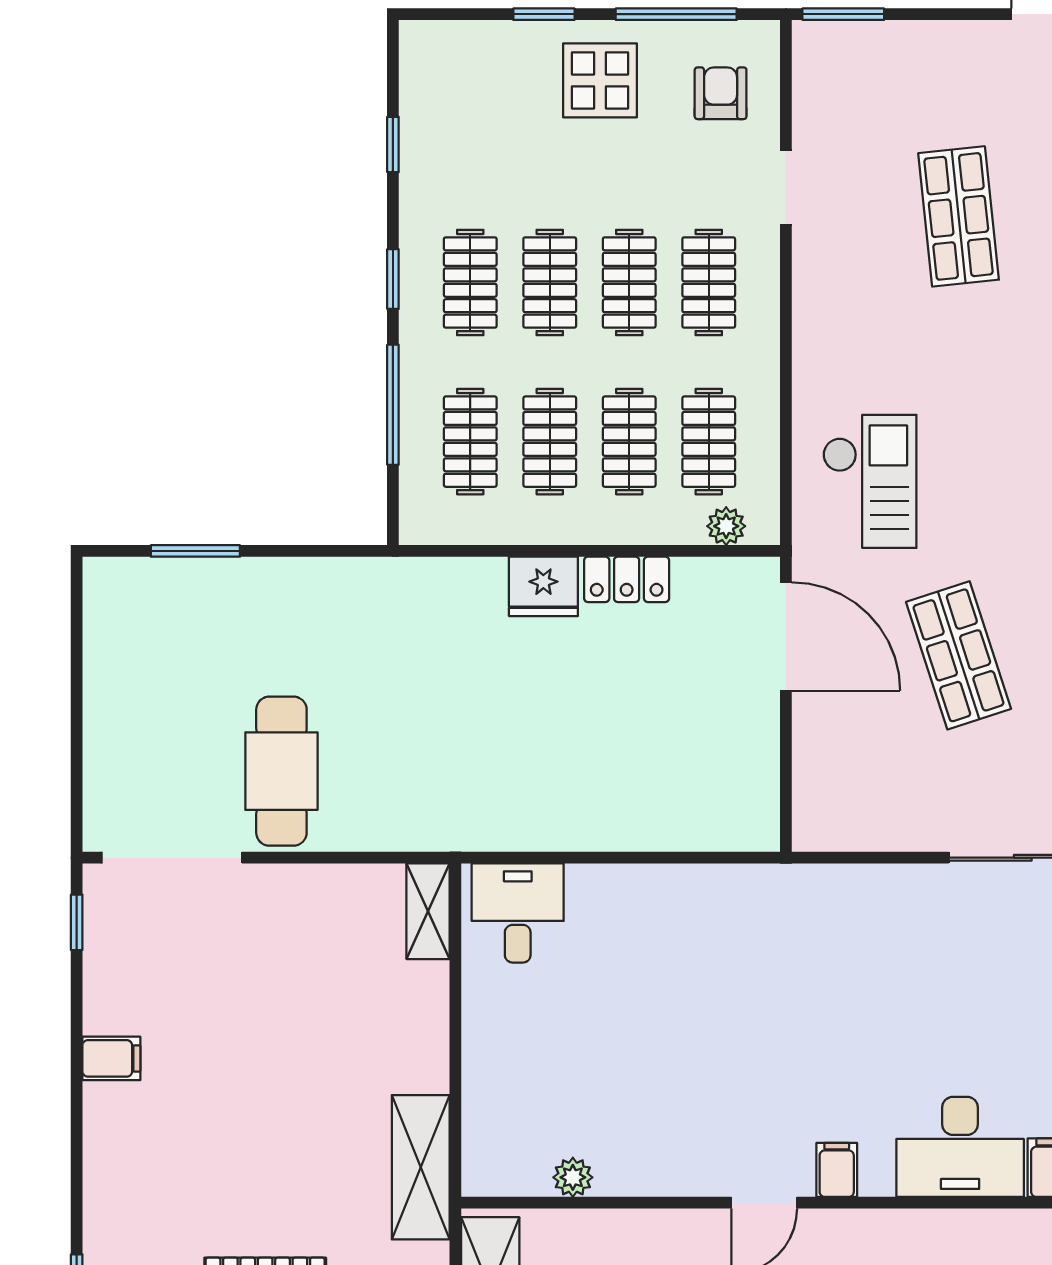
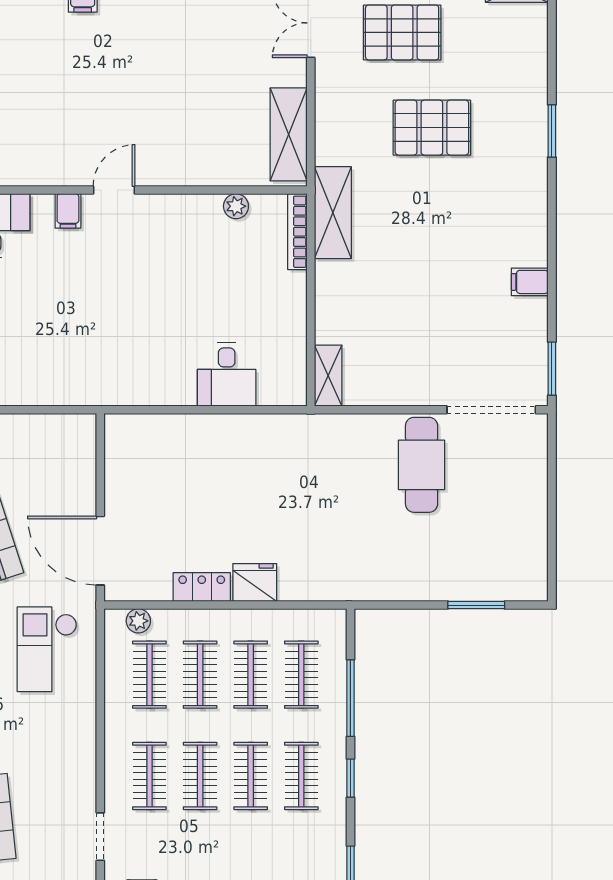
desk: (518, 913) -> (227, 374), moved
window: (77, 922) -> (552, 369), width x1.50
bookcase: (476, 1137) -> (297, 232), added

